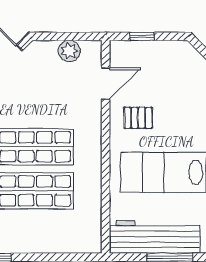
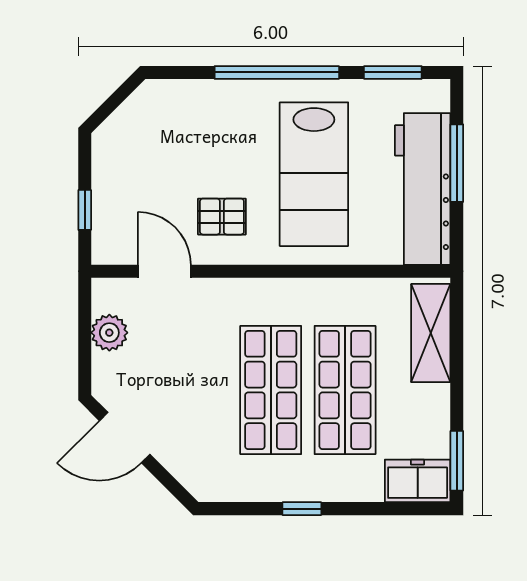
pallet: (138, 118) -> (222, 217), turned 90
shelving: (69, 242) -> (431, 333), added

